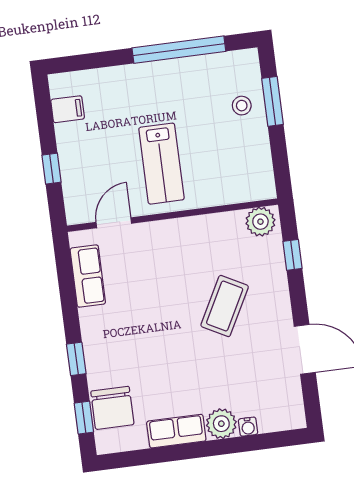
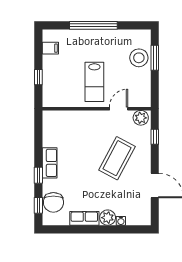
window: (179, 50) -> (93, 25), moved
stool: (242, 106) -> (139, 58), width x1.89, depth x1.89
door: (114, 223) -> (119, 109), moved
row of seats: (88, 276) -> (50, 163), moved
coffee table: (225, 306) -> (117, 158), width x1.36, depth x1.32

